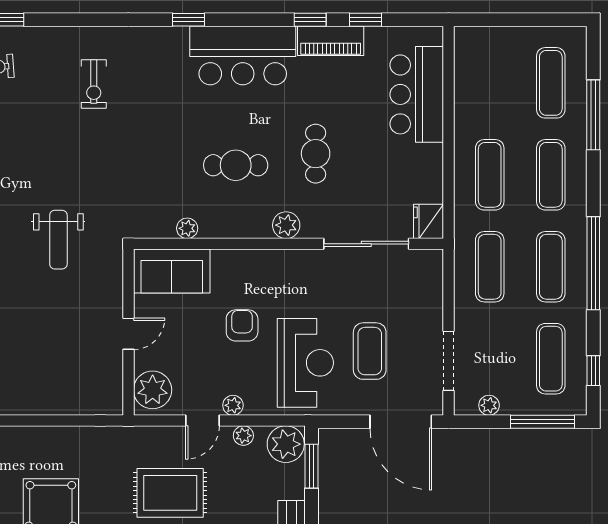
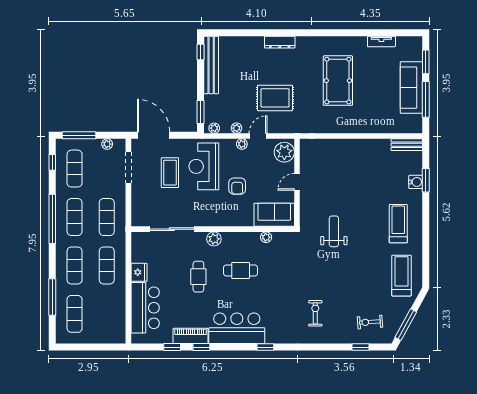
fridge: (428, 221) -> (139, 272), moved
plant: (286, 444) -> (214, 128), width x0.53, depth x0.53

